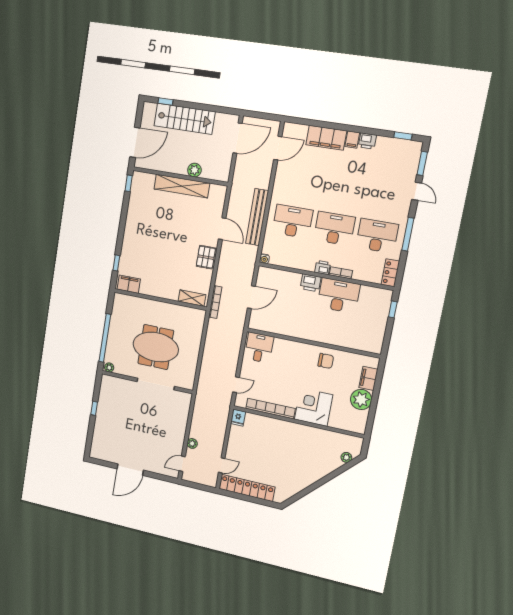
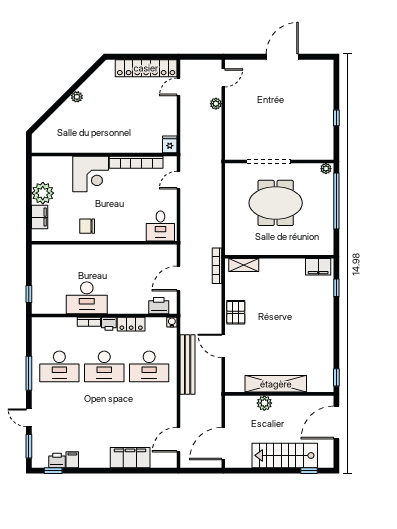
filing cabinet: (352, 140) -> (72, 460), moved
printer: (367, 141) -> (57, 460), moved
locker: (390, 273) -> (131, 324), moved, turned 90
printer: (311, 283) -> (159, 306), moved
plant: (346, 457) -> (77, 97), moved

